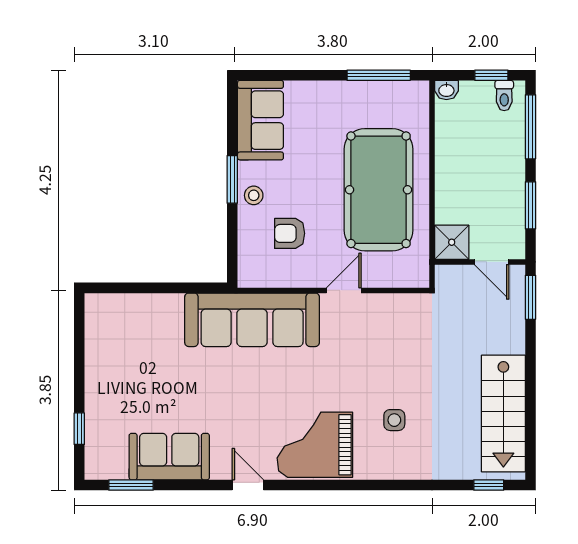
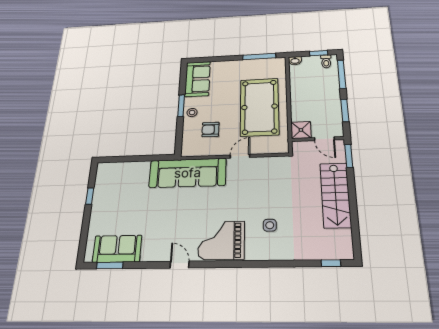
stairs: (503, 414) -> (335, 195), moved
window: (79, 429) -> (90, 196), moved
sofa: (169, 457) -> (117, 249), moved

